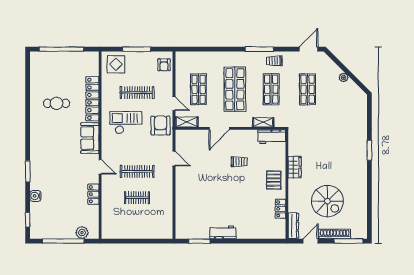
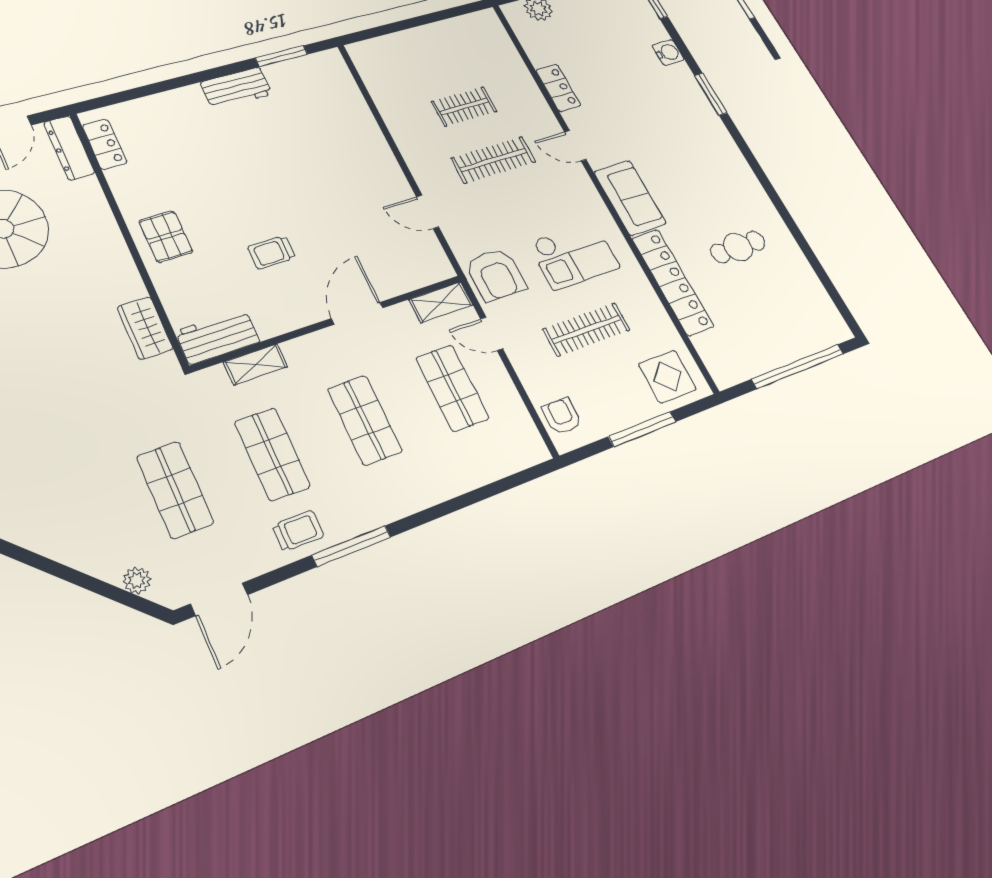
plant: (344, 78) -> (137, 580), moved
shop shelf: (235, 89) -> (365, 420), width x0.70, depth x0.74
wardrobe: (295, 167) -> (145, 328), moved
locker: (280, 209) -> (105, 144), moved

